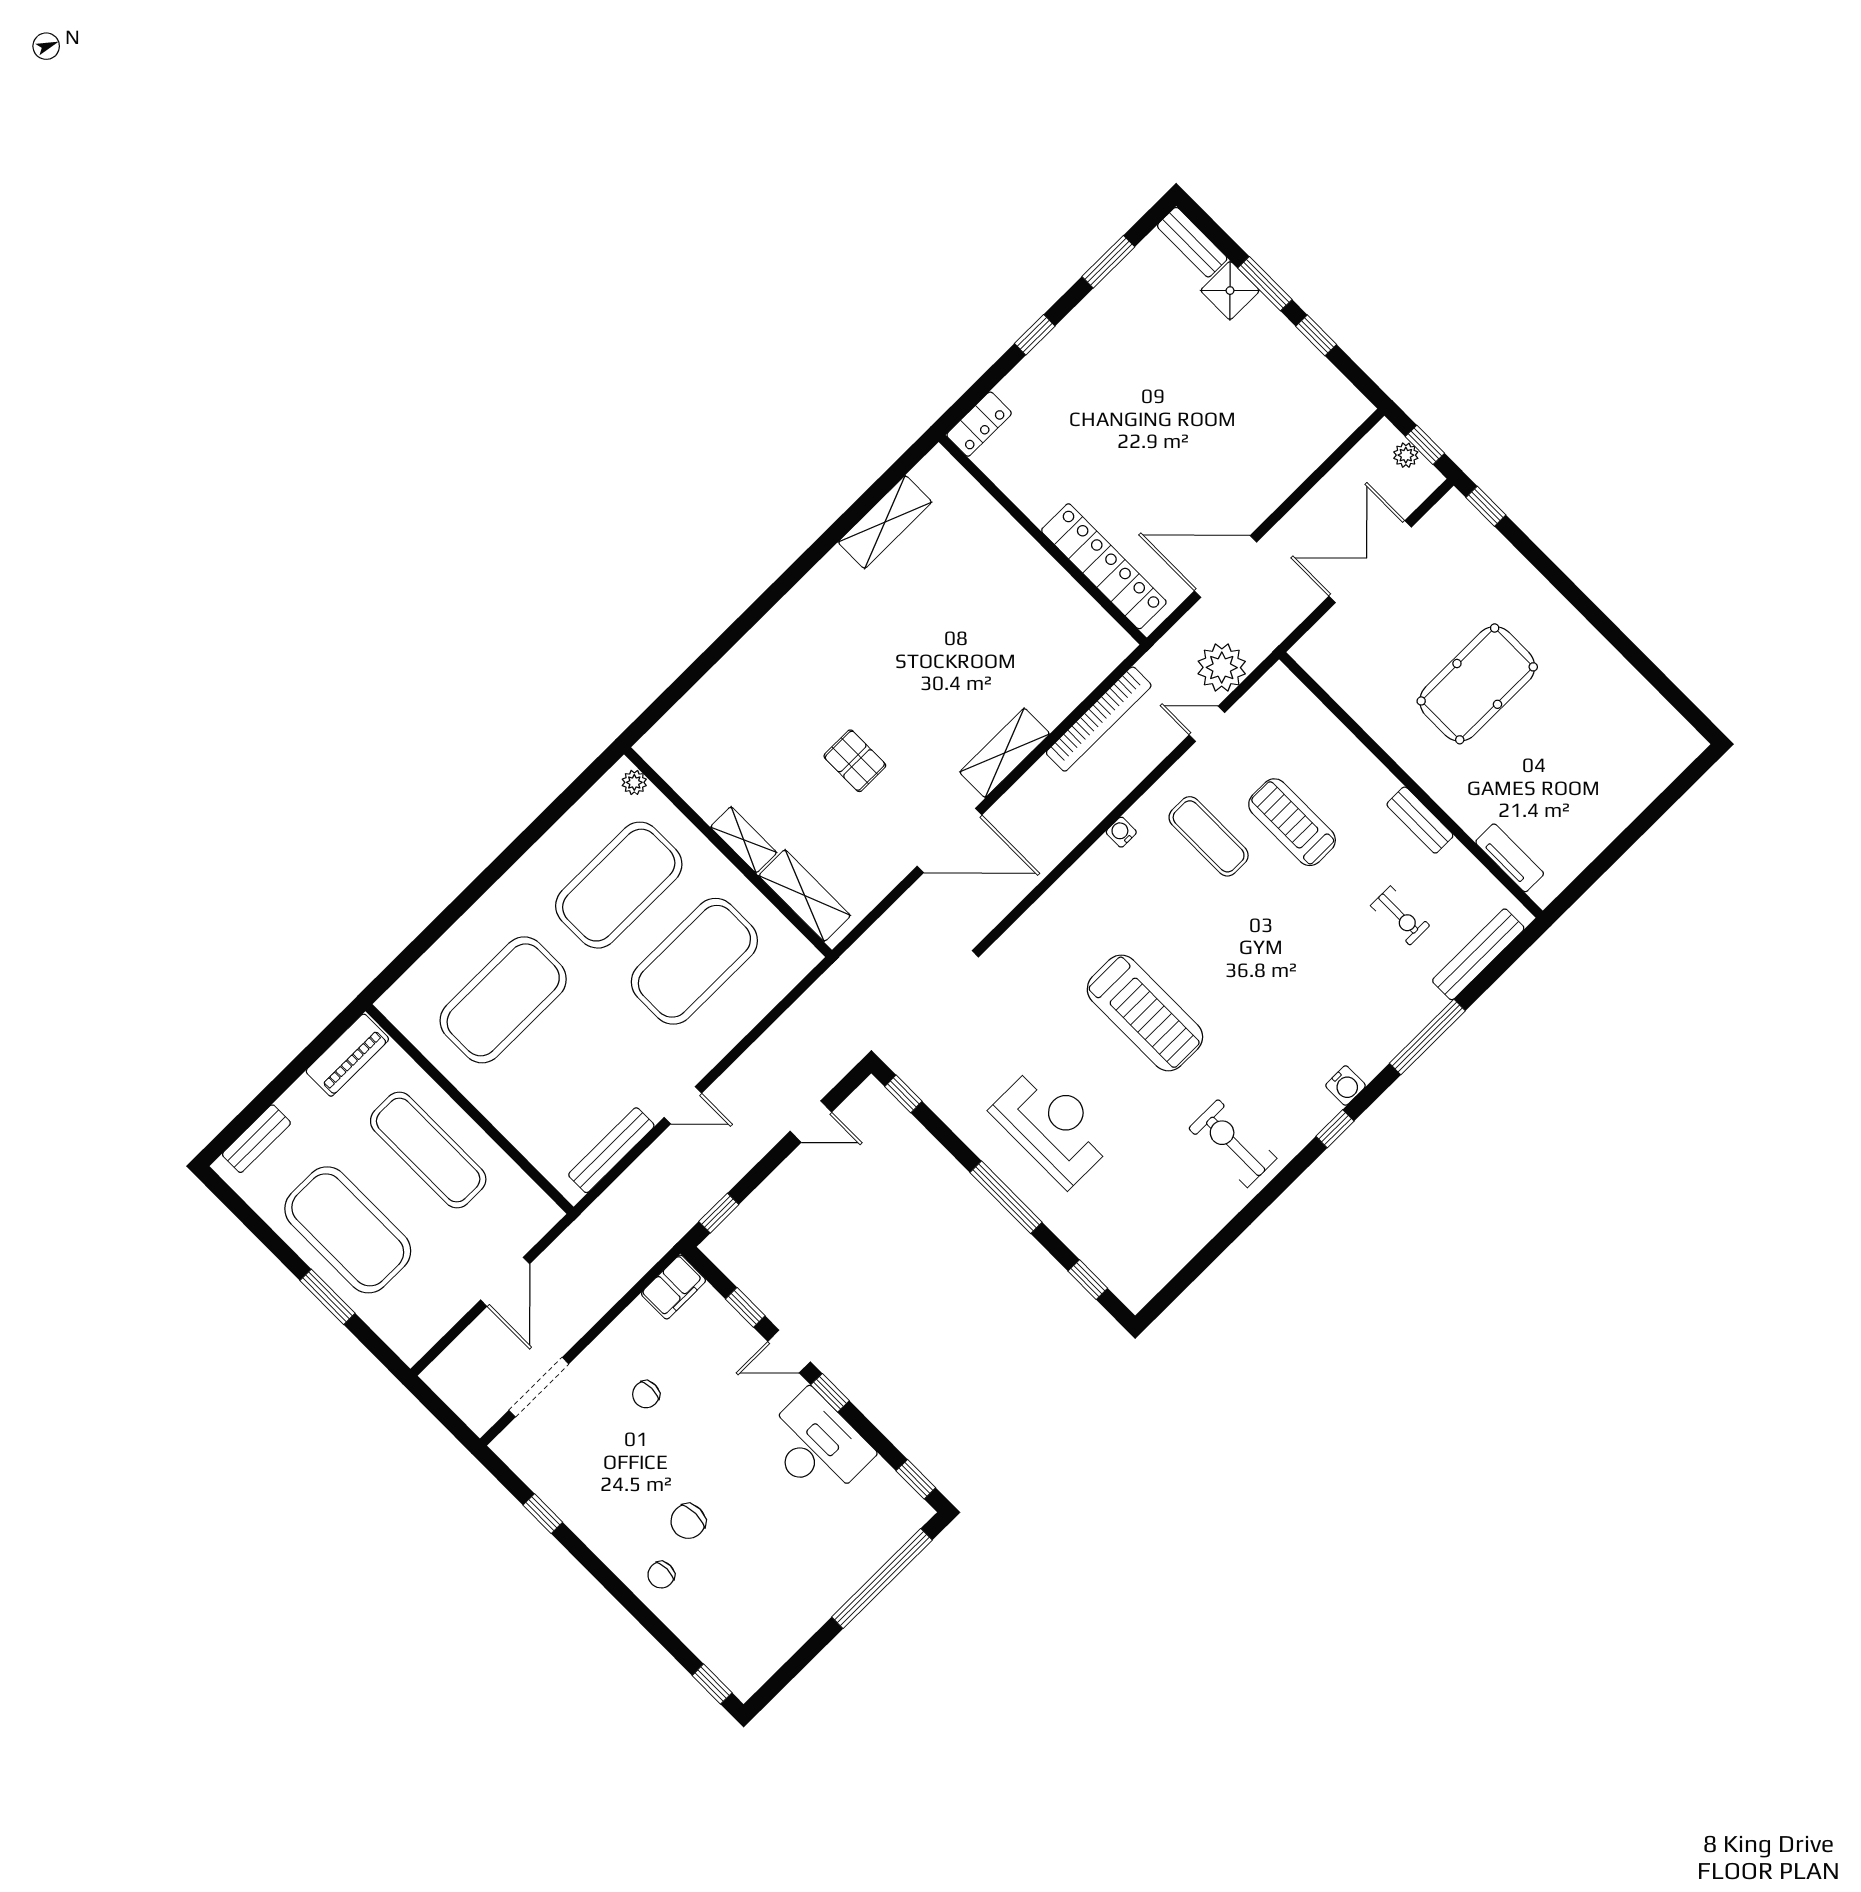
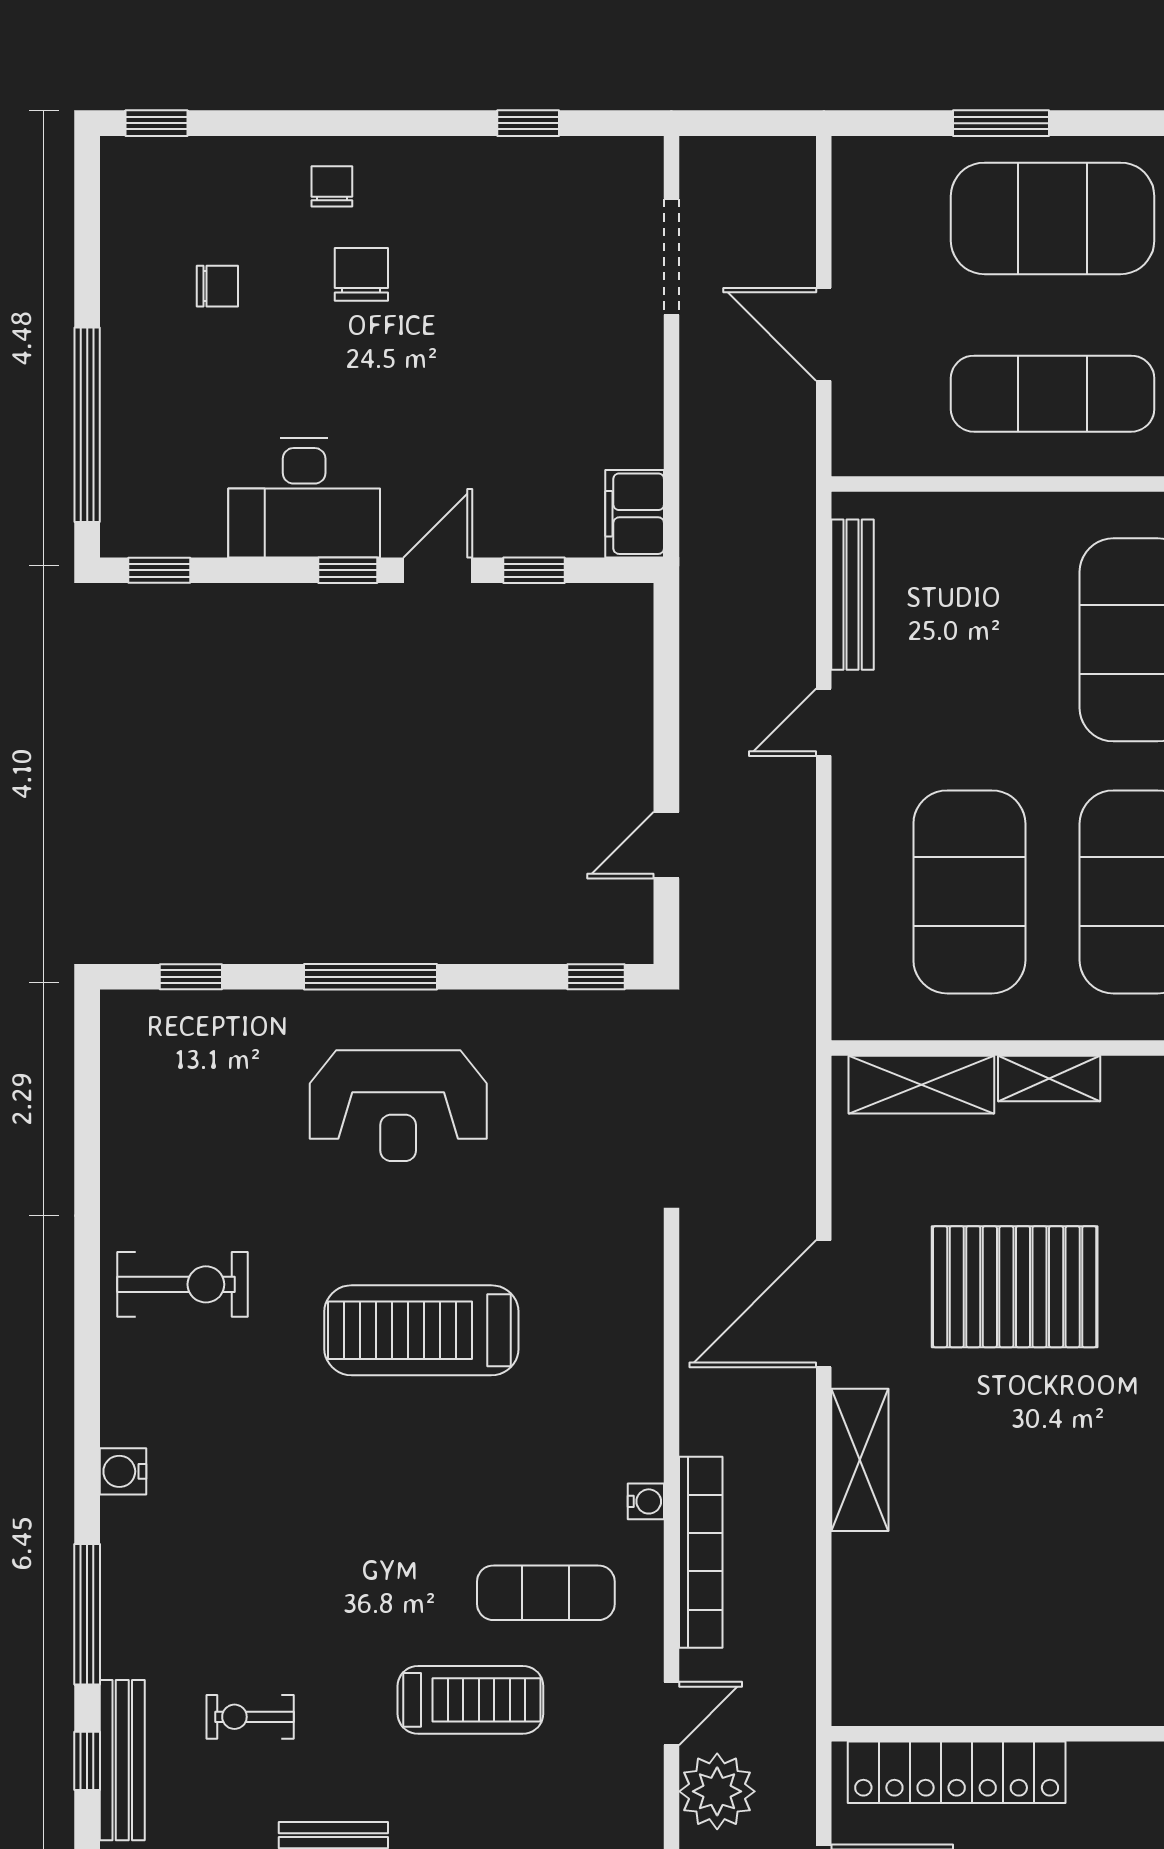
bookcase: (1099, 719) -> (701, 1552), moved, turned 180
pallet: (855, 761) -> (1015, 1287), width x2.05, depth x2.00
window: (1335, 1129) -> (87, 1761), moved
window: (719, 1213) -> (666, 644), removed
chair: (646, 1394) -> (217, 286), moved, turned 90

